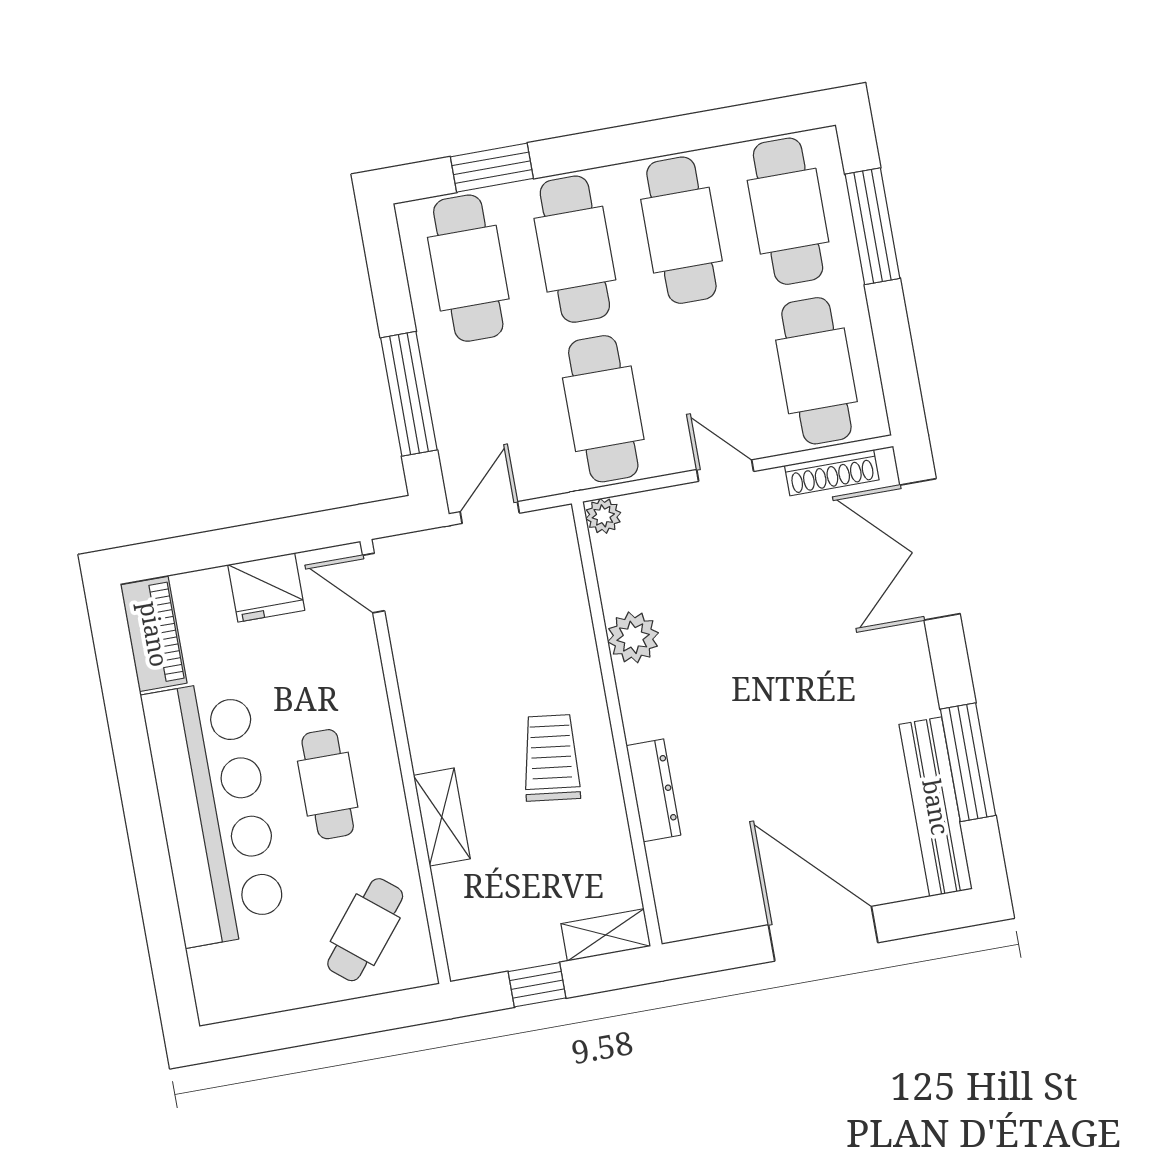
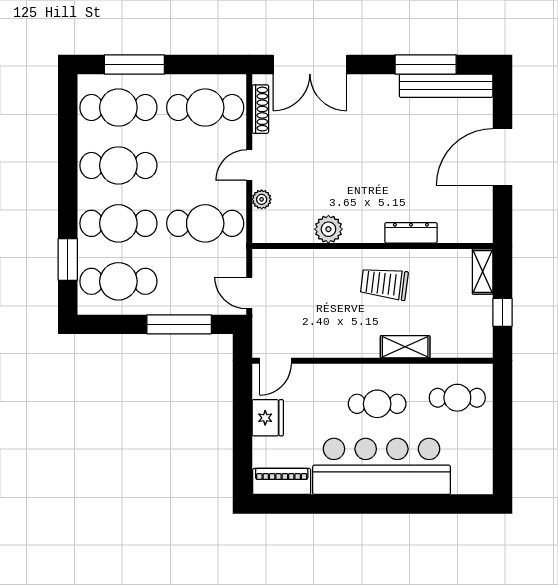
plant: (603, 516) -> (262, 199), moved
cafe table: (365, 930) -> (457, 398), turned -39

